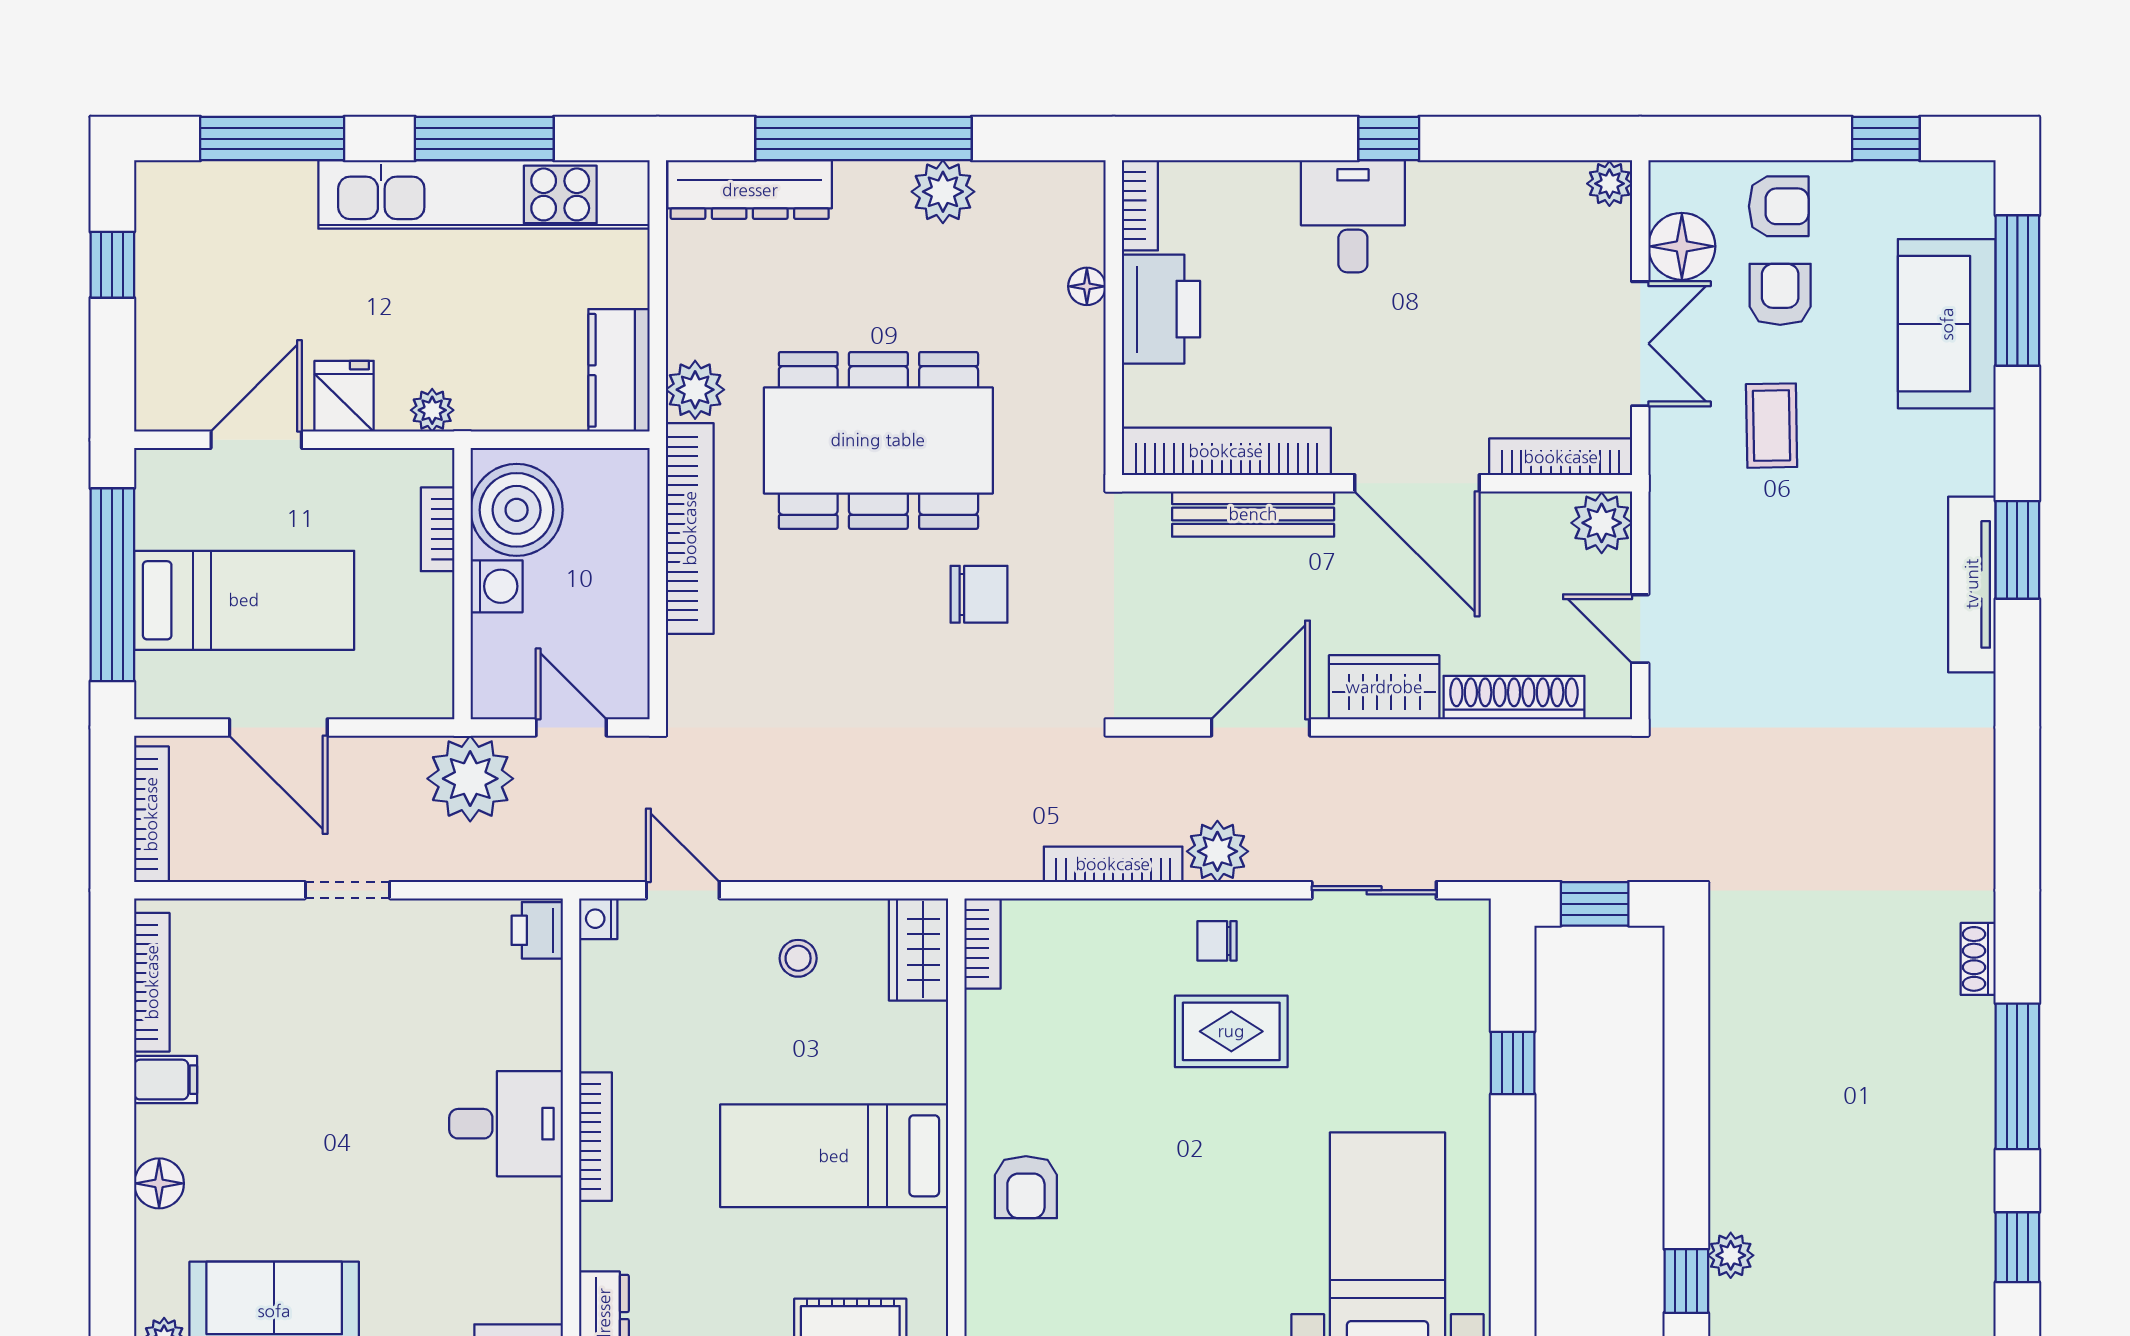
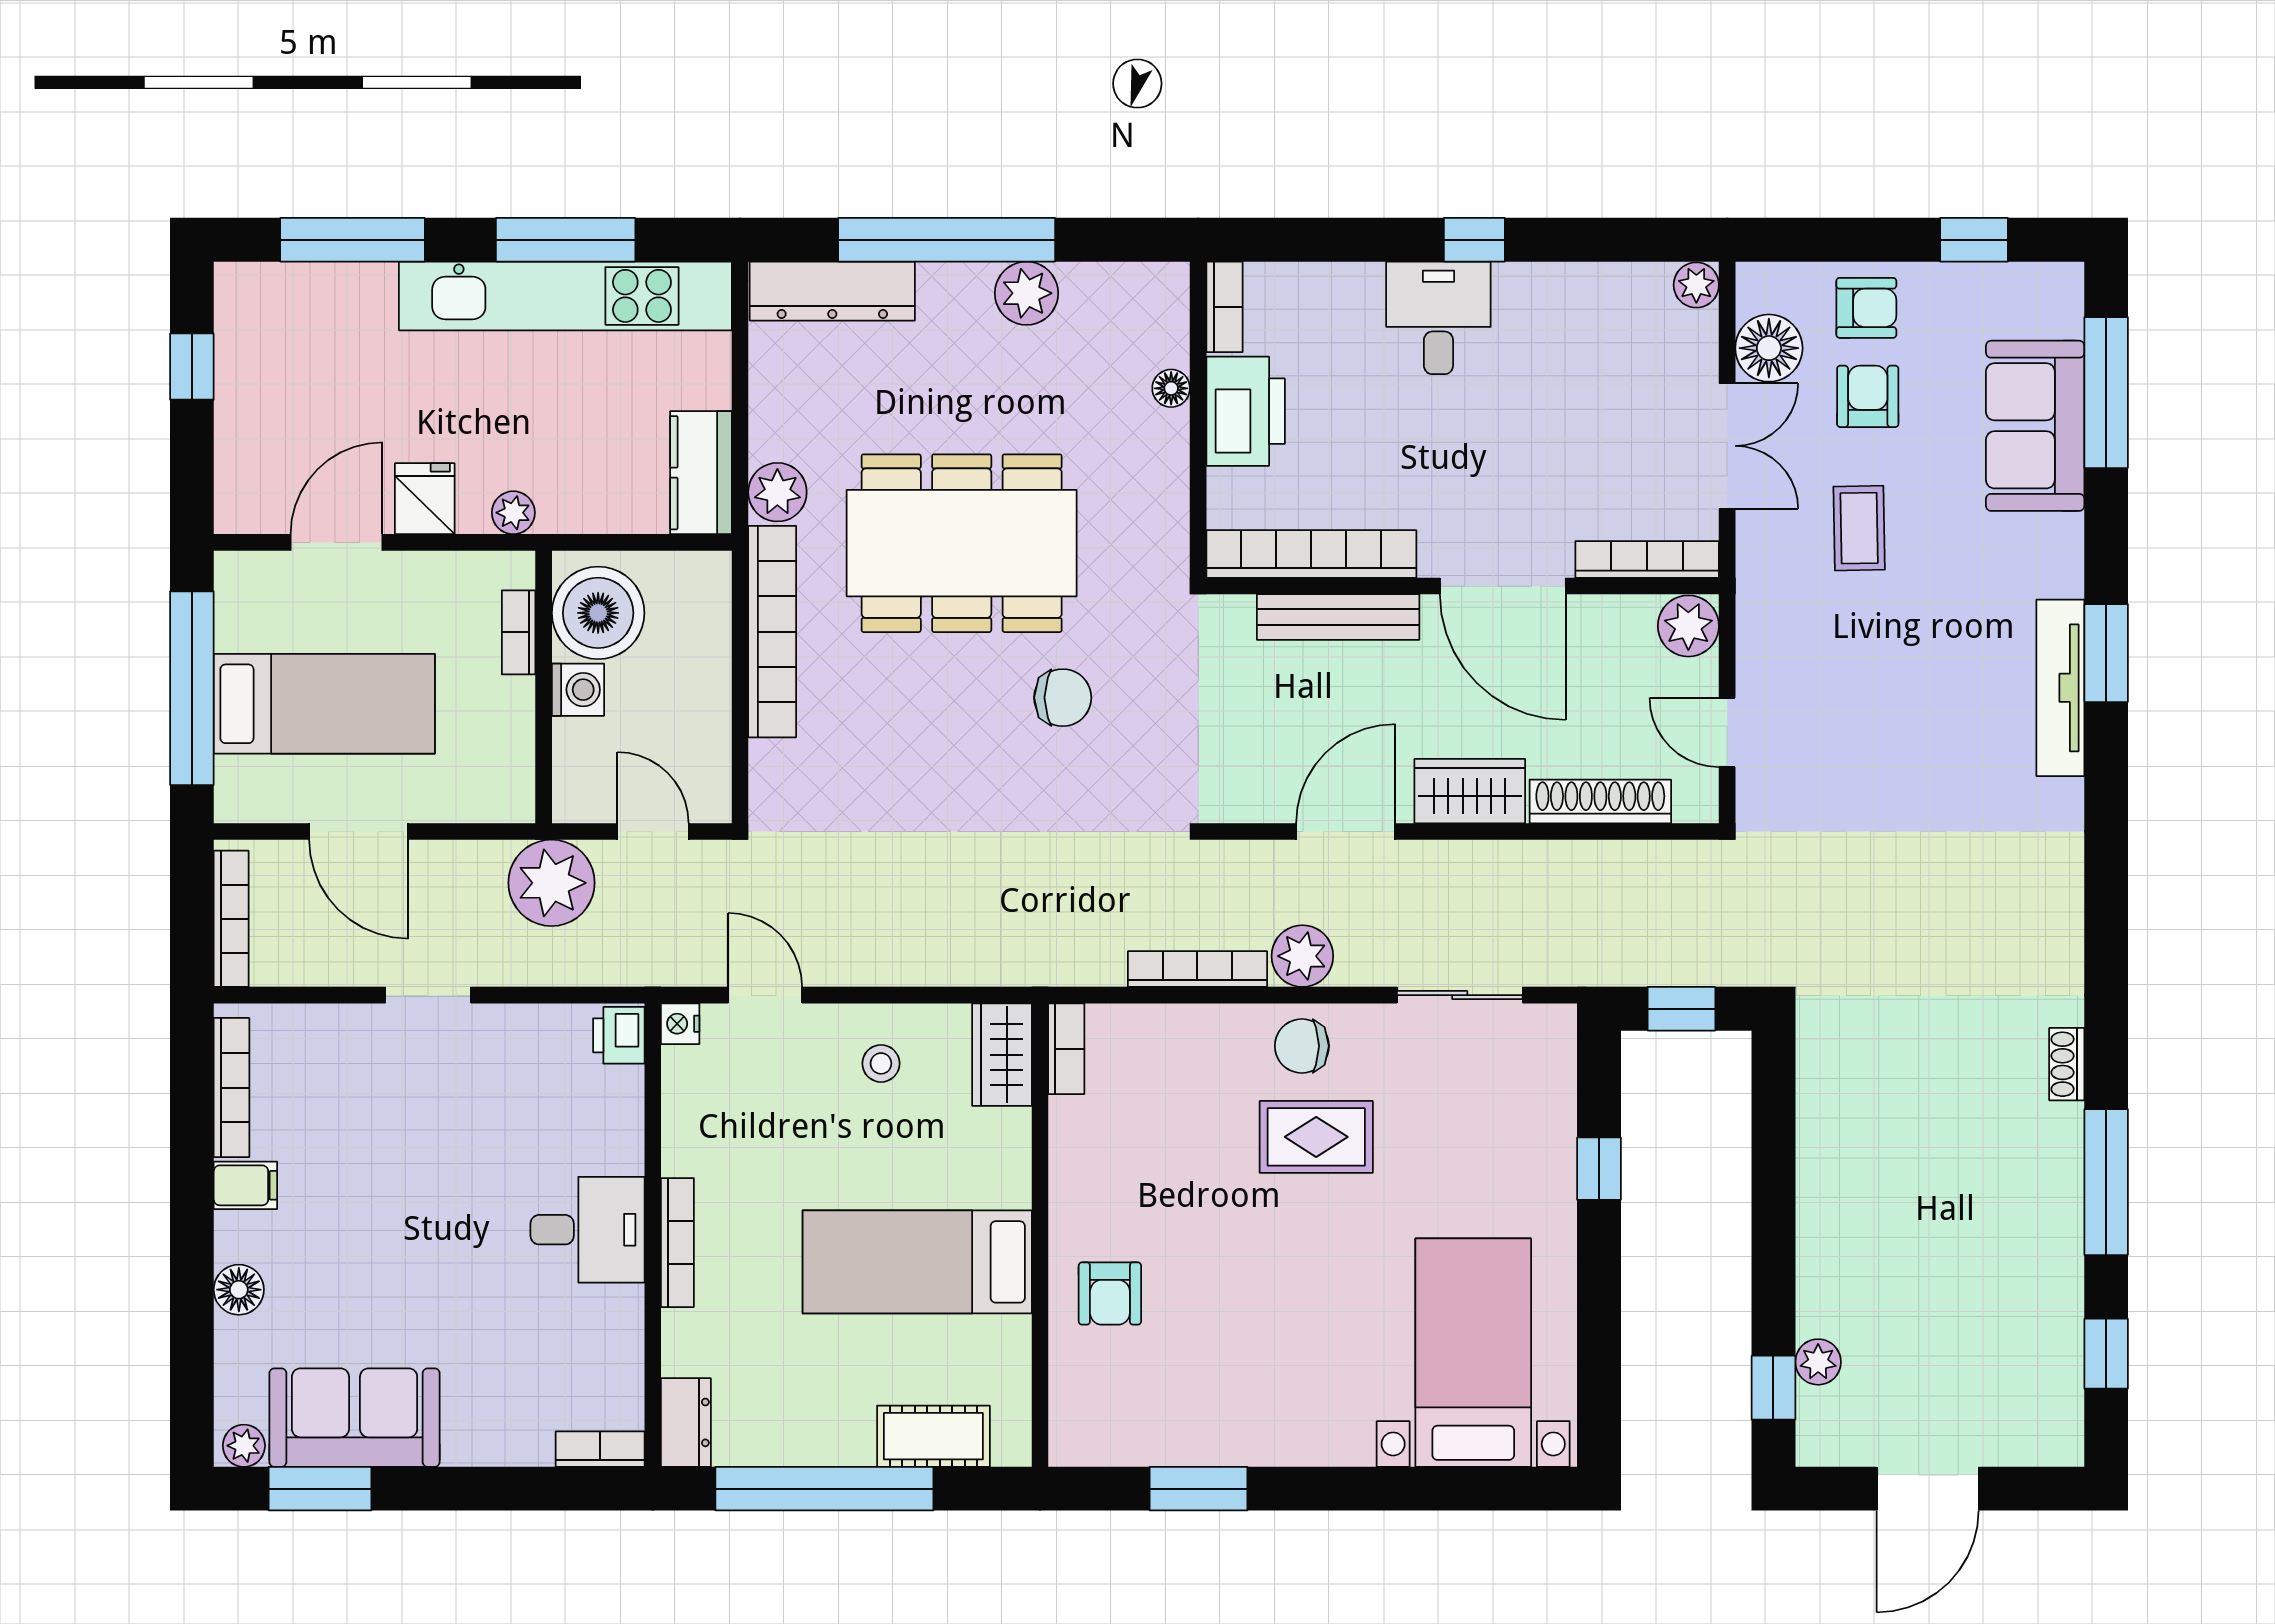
chair: (1217, 941) -> (1302, 1046), width x1.37, depth x1.37

